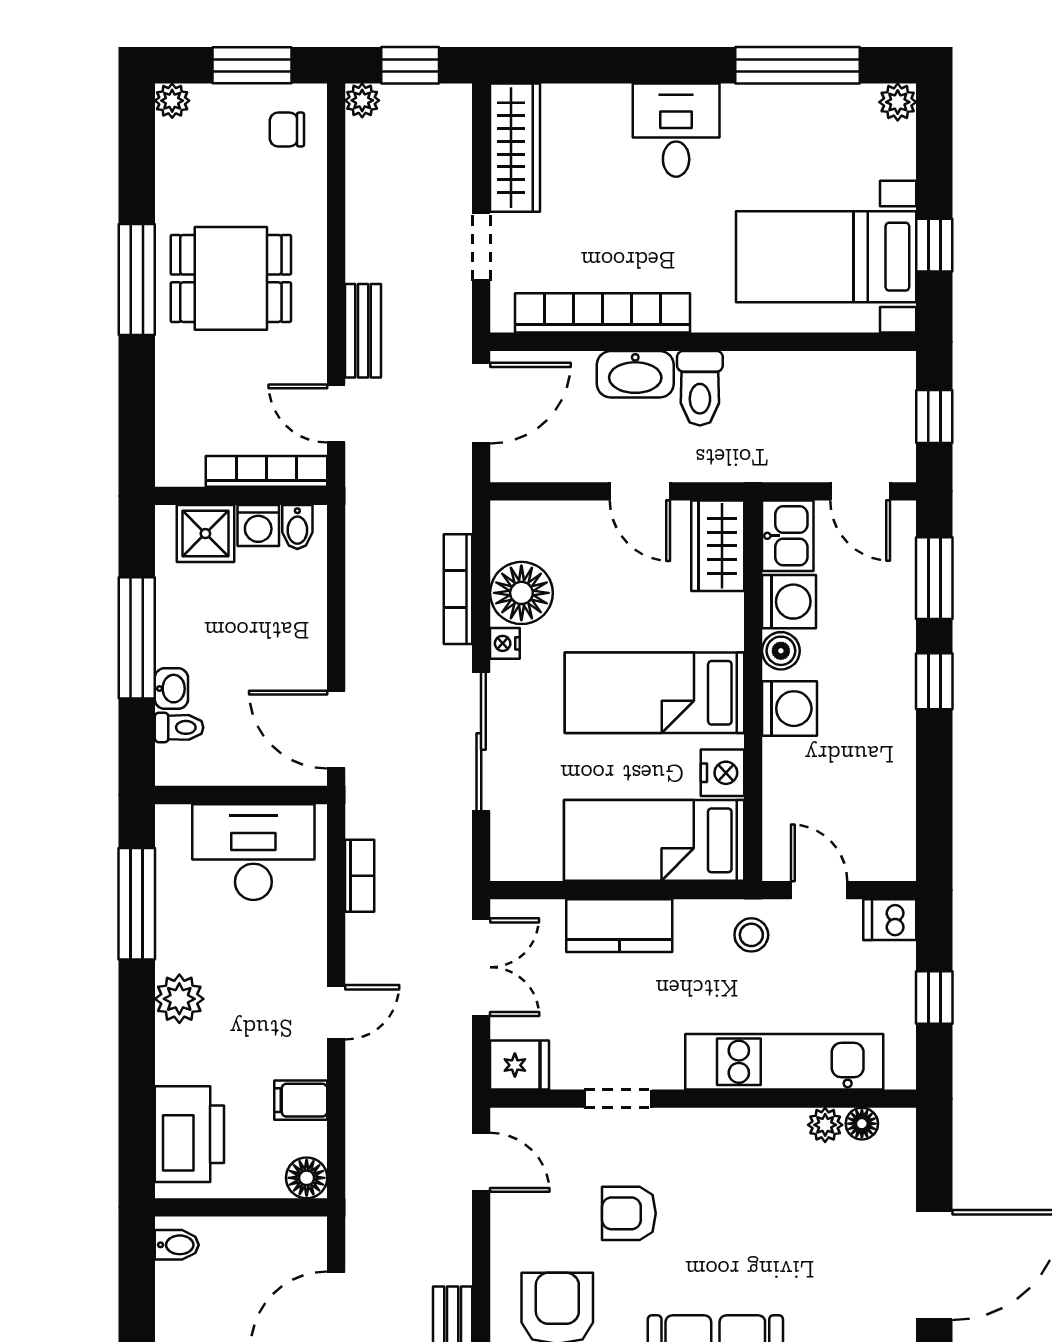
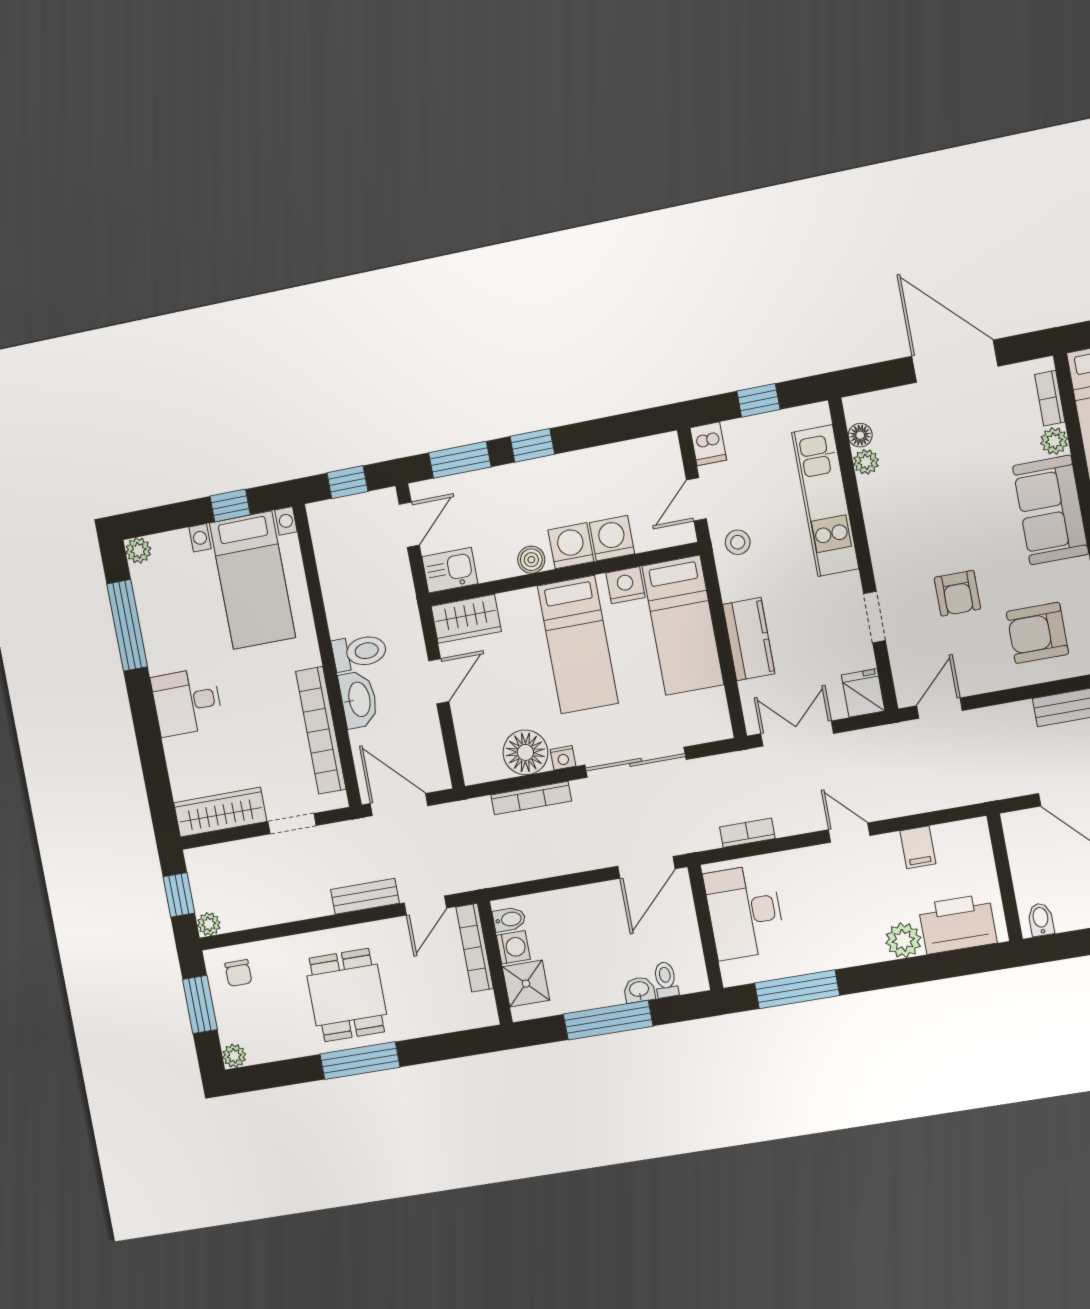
washing machine: (789, 602) -> (612, 538), moved
plant: (179, 999) -> (903, 940), moved
floor lamp: (307, 1178) -> (974, 833), removed

